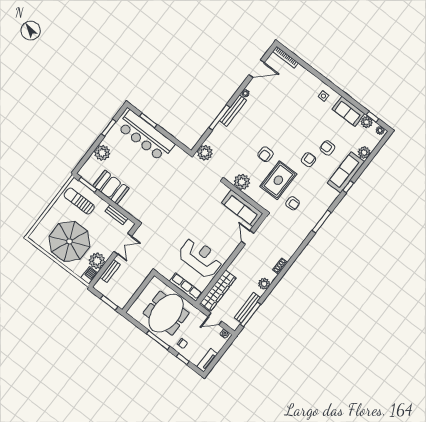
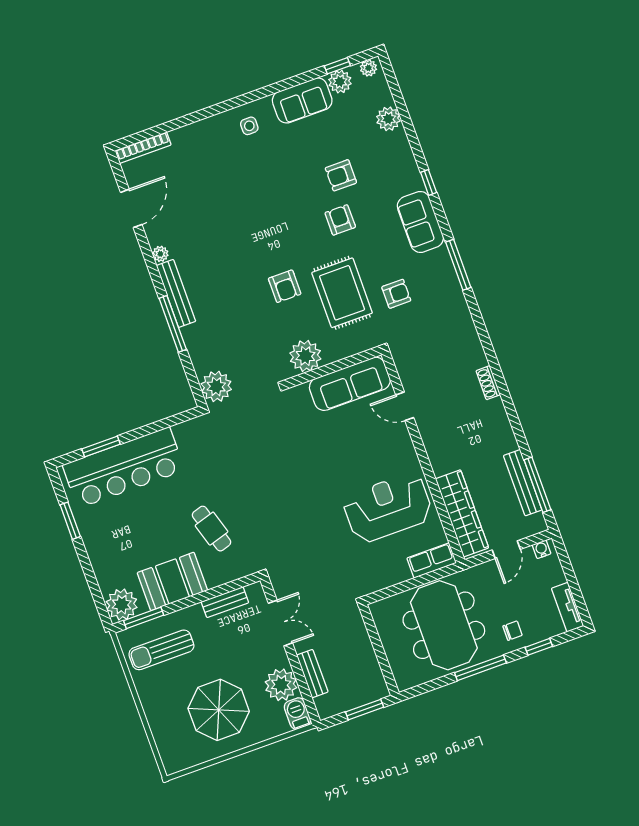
plant: (102, 153) -> (122, 605), moved
sofa: (346, 172) -> (420, 222), moved, width x0.73
cafe table: (144, 189) -> (212, 529), added
parasol: (69, 241) -> (219, 710), width x0.73, depth x0.73
plant: (264, 284) -> (501, 429), removed
row of seats: (186, 287) -> (432, 560), width x0.68

